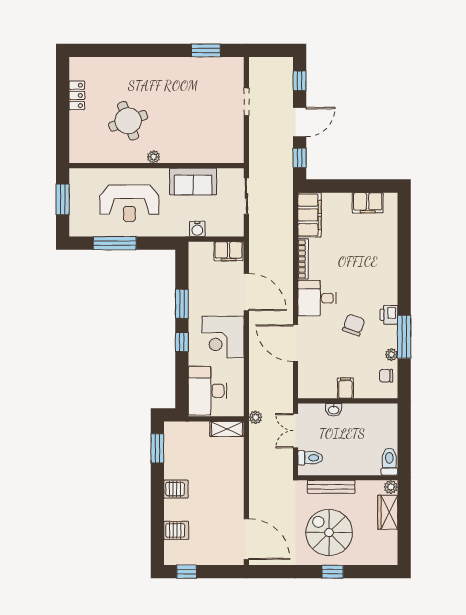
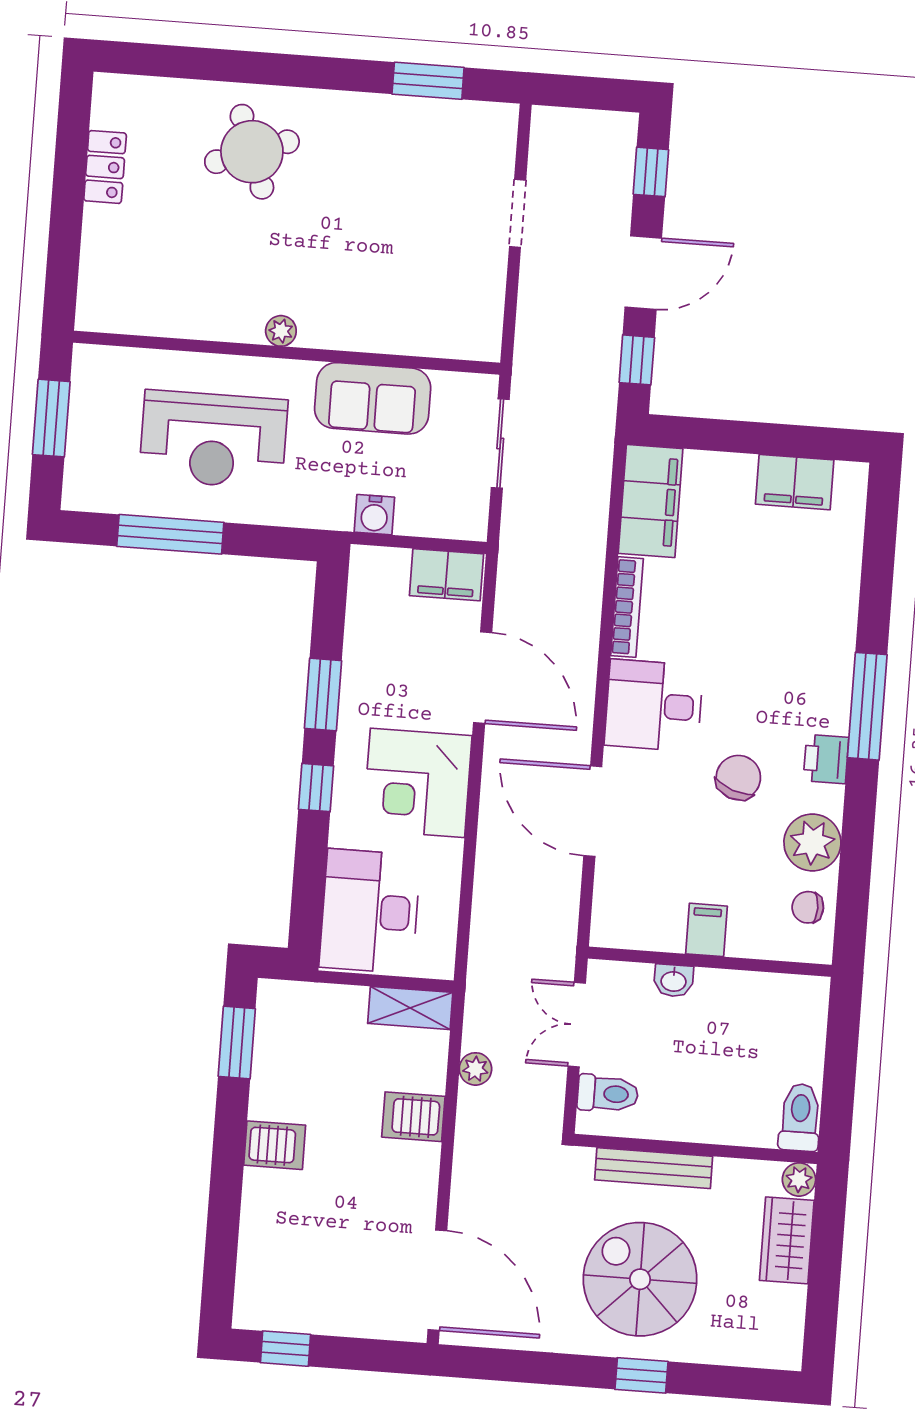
round table: (128, 121) -> (252, 152), moved
window: (404, 337) -> (867, 706), moved
plant: (391, 355) -> (812, 843), width x1.87, depth x1.87
plant: (256, 417) -> (475, 1069), moved
server rack: (176, 530) -> (413, 1117), moved, turned 180

